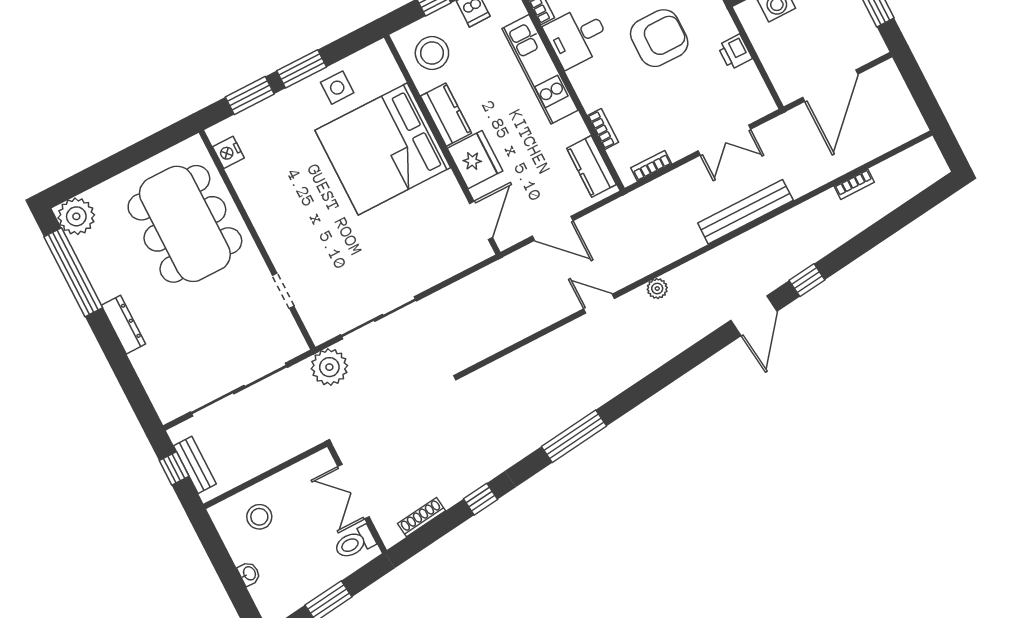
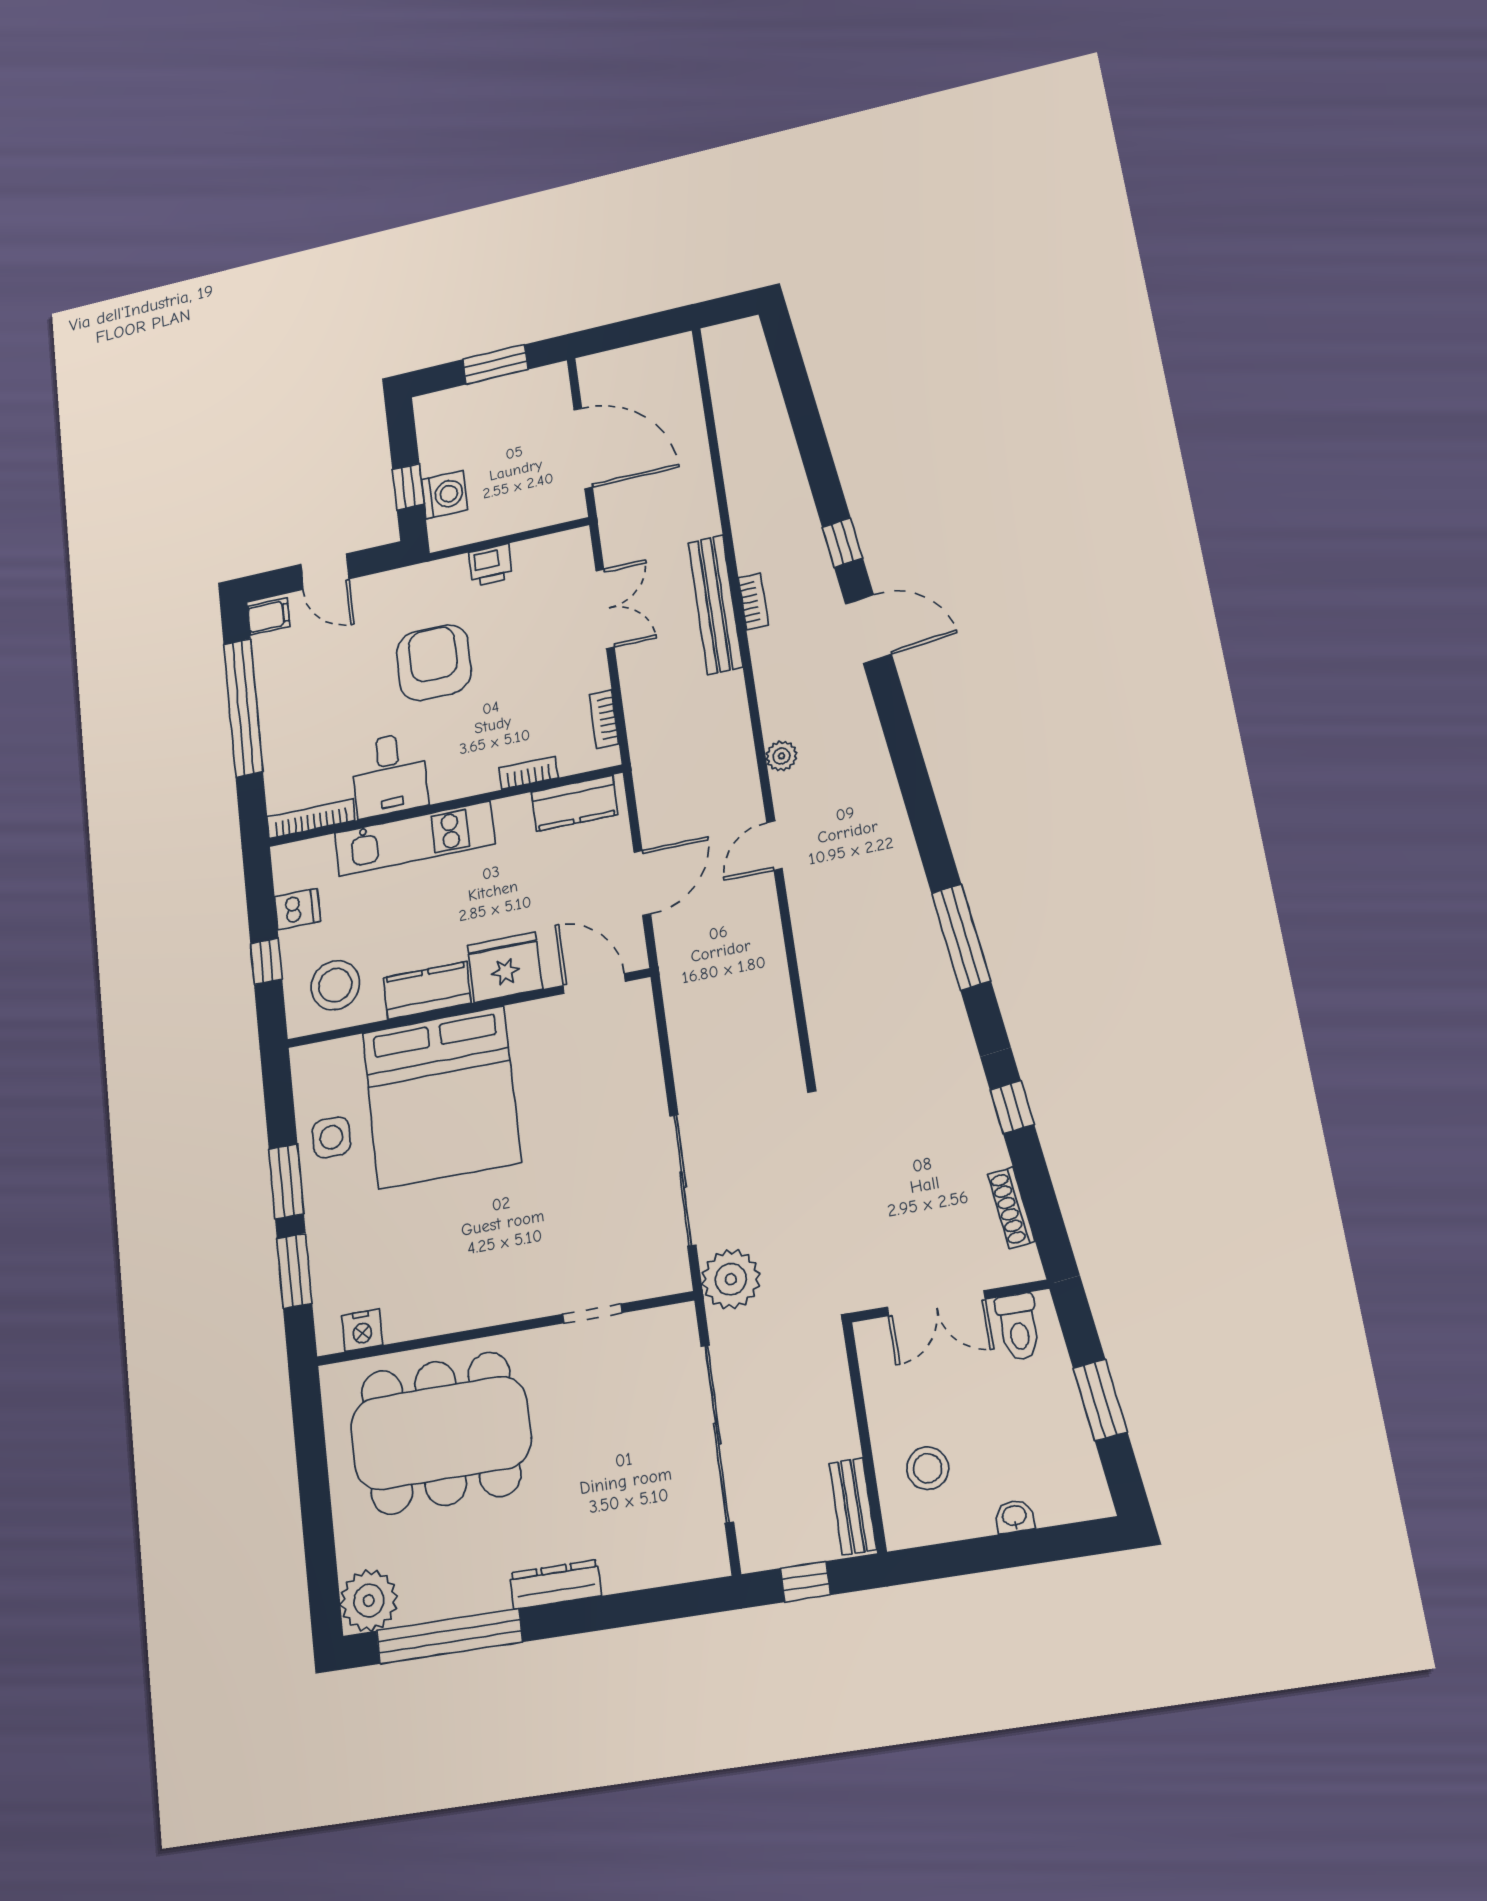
bookcase: (854, 184) -> (753, 601), moved
bench: (195, 465) -> (853, 1506), moved, turned 90

